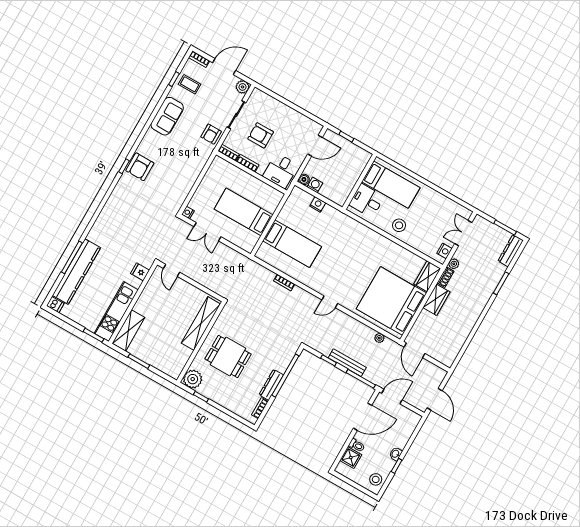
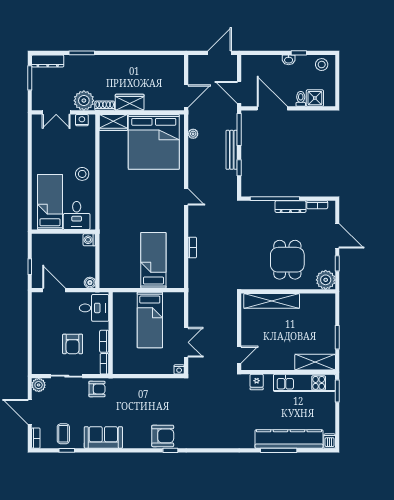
washing machine: (315, 185) -> (89, 240), moved
nightstand: (318, 204) -> (105, 257), removed
plant: (454, 264) -> (84, 101), width x1.87, depth x1.87
door: (224, 410) -> (337, 236), added

